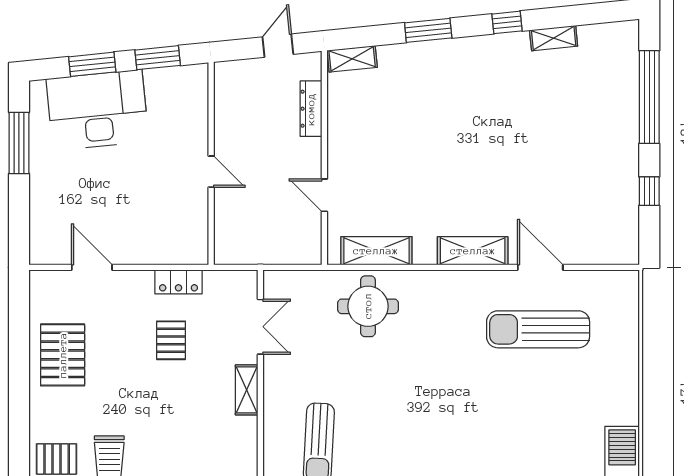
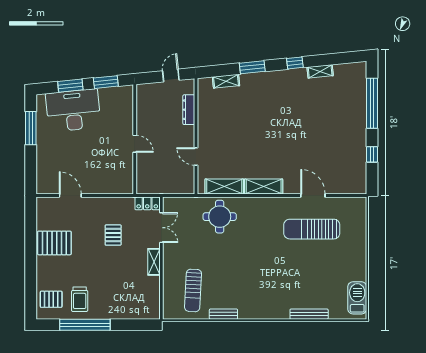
shelving: (352, 59) -> (226, 81), moved
shelving: (473, 251) -> (264, 187), moved
locker: (179, 282) -> (147, 203), moved
pallet: (63, 355) -> (54, 243), turned 90

